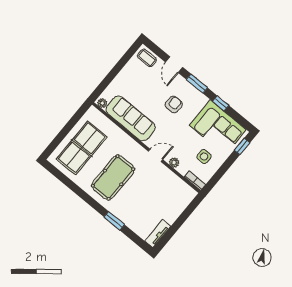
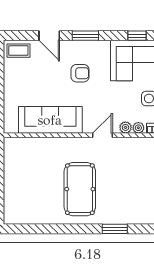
plant: (102, 103) -> (138, 128), moved
window: (221, 103) -> (137, 36), moved
armchair: (174, 104) -> (80, 73), turned 90
table tennis table: (82, 148) -> (27, 186), removed

